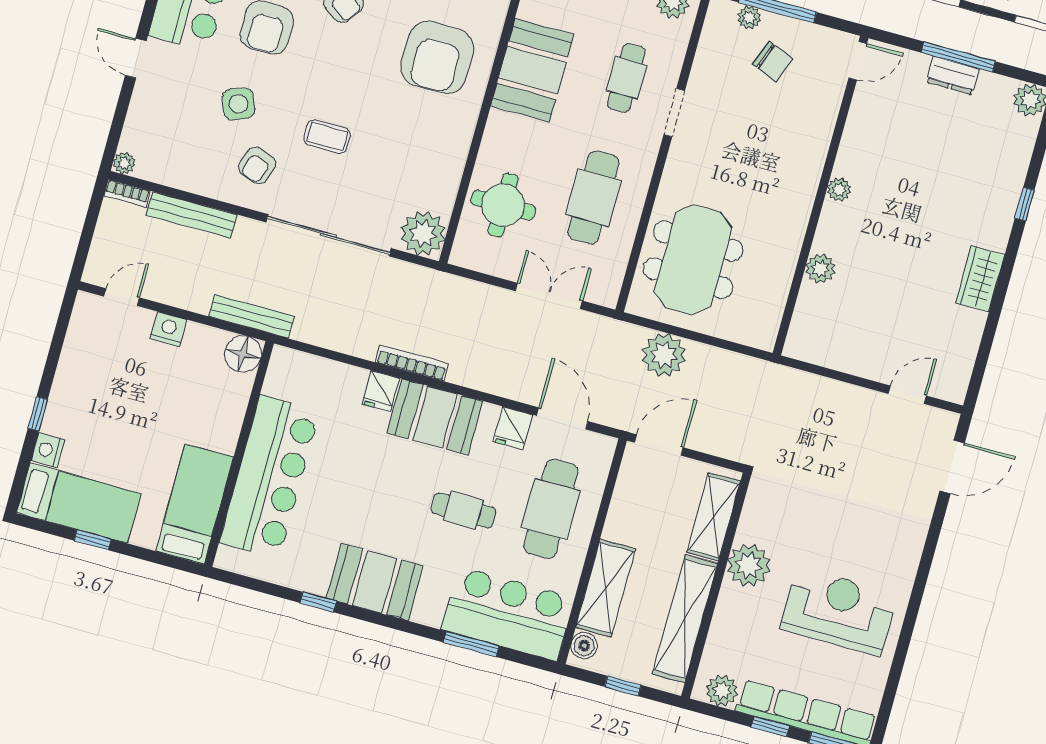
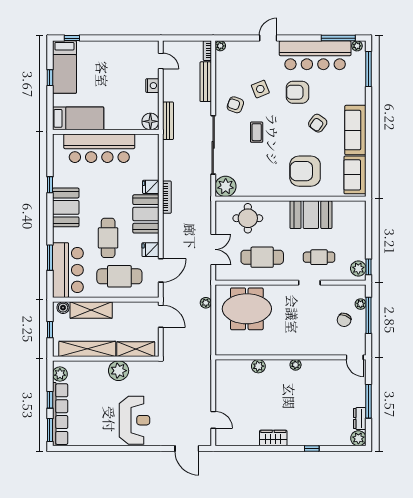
dresser: (953, 76) -> (360, 419), moved
plant: (664, 355) -> (206, 303), width x0.53, depth x0.53
window: (38, 414) -> (72, 38), moved
nightstand: (48, 450) -> (84, 47), removed
cafe table: (463, 510) -> (108, 238), width x1.37, depth x1.35
reception desk: (839, 611) -> (134, 420), moved

